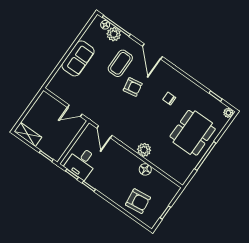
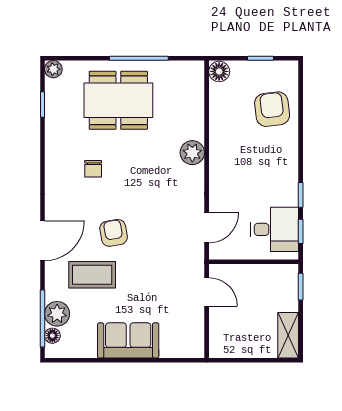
floor lamp: (145, 169) -> (219, 71), moved

